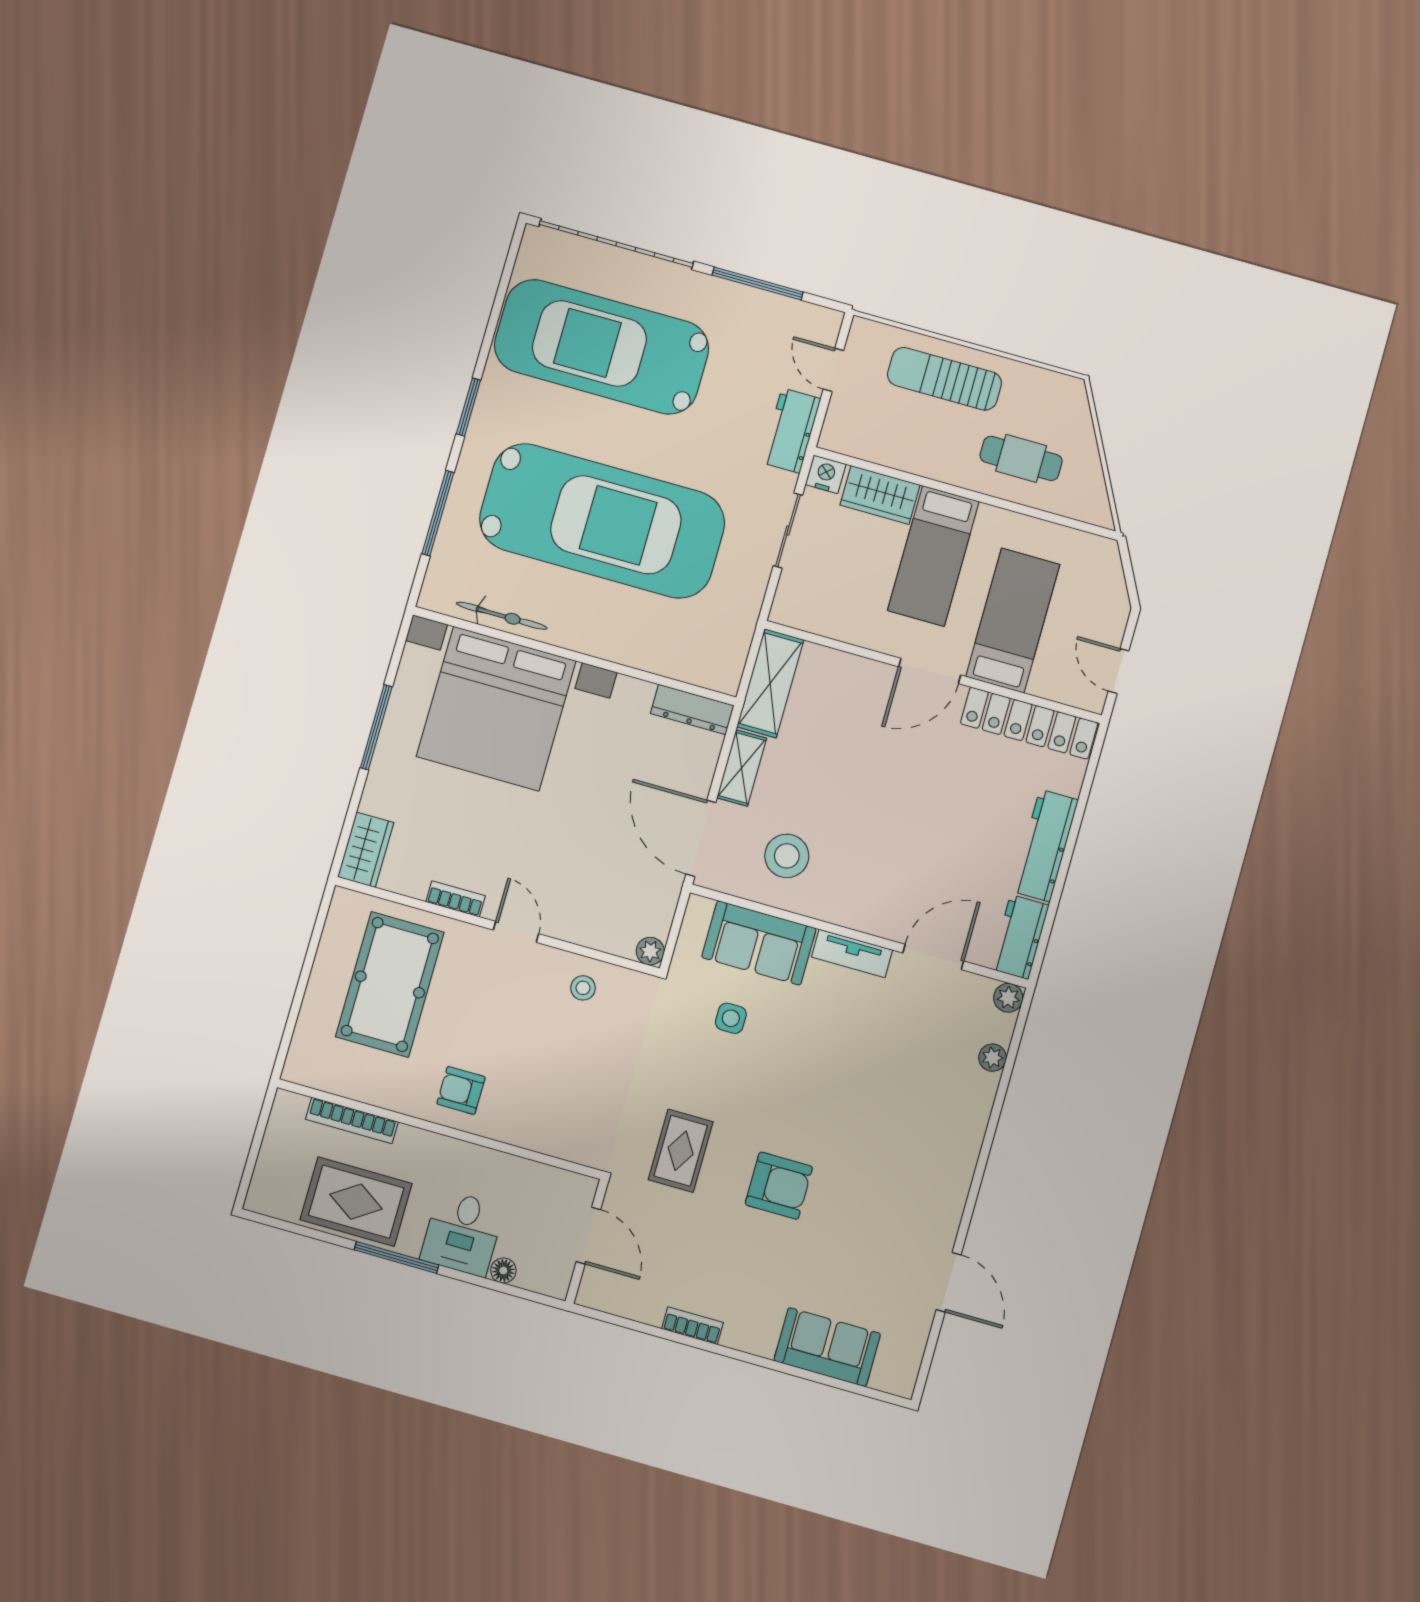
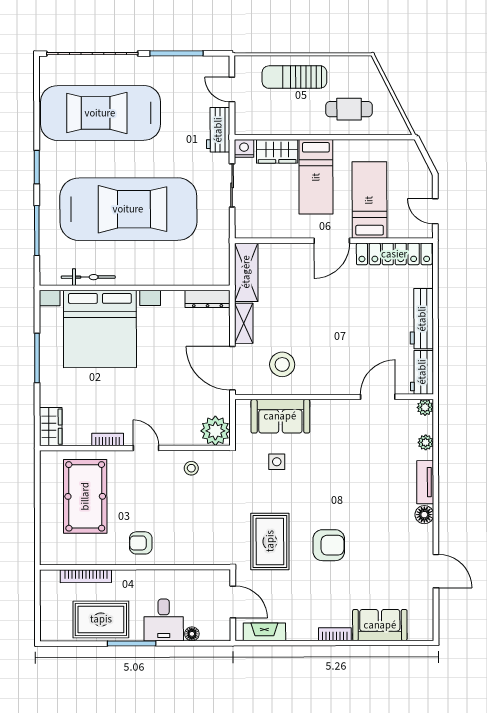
plant: (650, 951) -> (215, 431), width x1.88, depth x1.88
tv unit: (852, 953) -> (425, 482), moved, turned 90
rug: (681, 1151) -> (270, 541), width x1.36, depth x1.43
floor lamp: (956, 1180) -> (424, 515), added
fireplace: (628, 1302) -> (264, 632), added
bookcase: (693, 1326) -> (335, 634), moved

